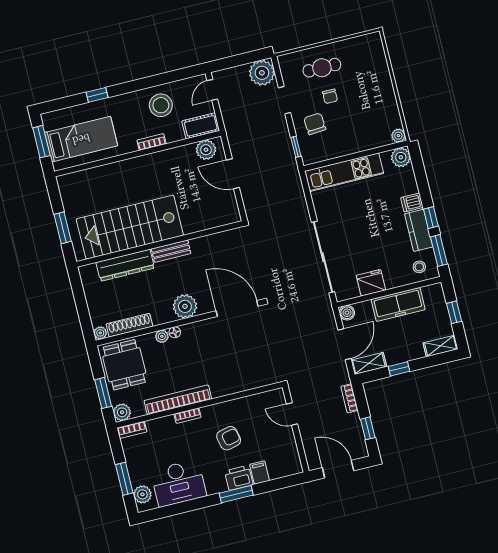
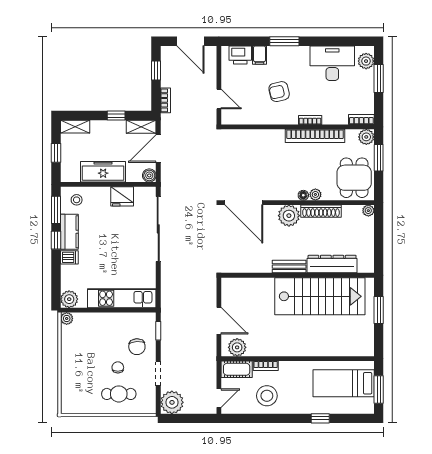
bookcase: (152, 142) -> (266, 366), moved
shoe rack: (129, 325) -> (321, 211), moved
printer: (239, 478) -> (240, 55), moved

